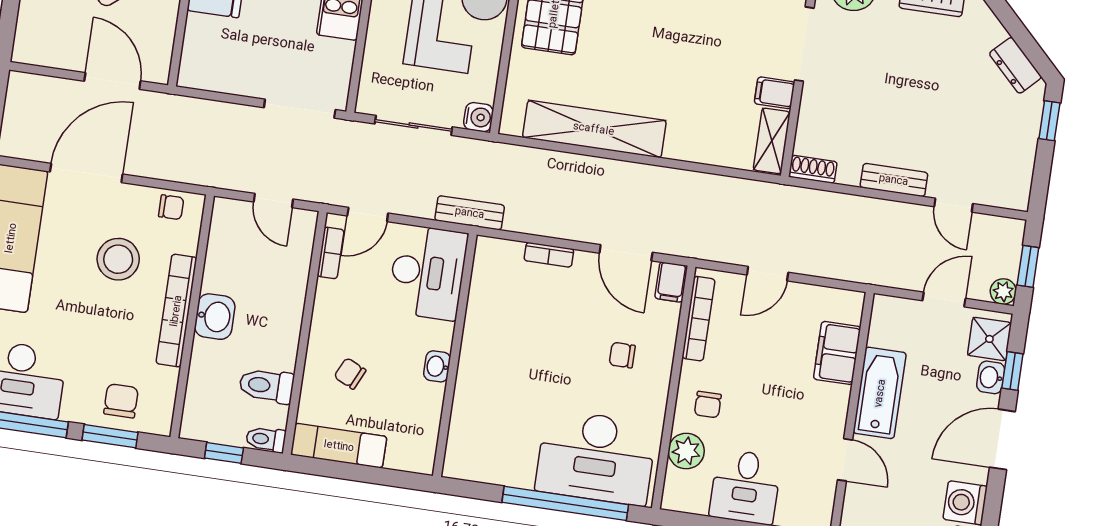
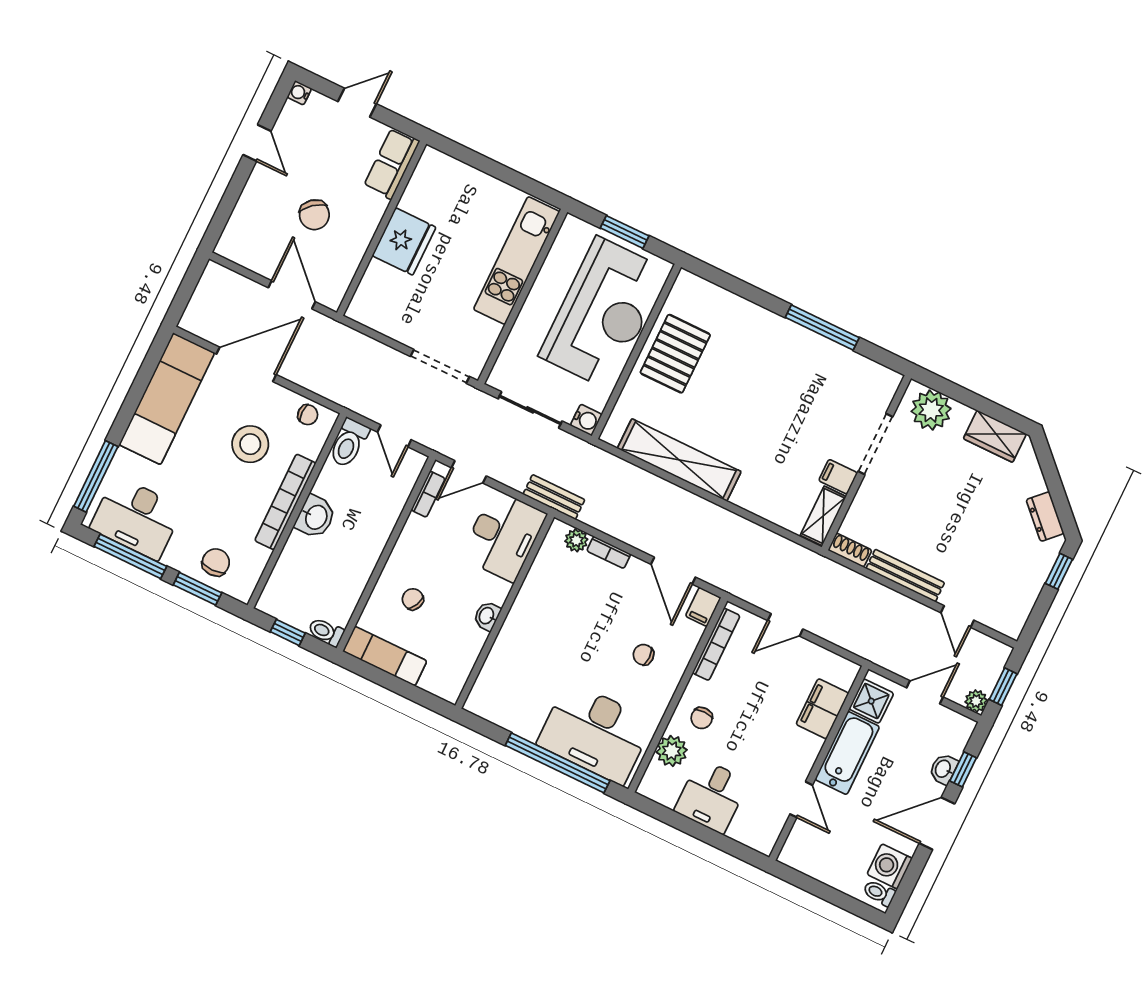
bench: (894, 180) -> (905, 576), width x1.36
plant: (509, 253) -> (576, 540), added
shower: (989, 339) -> (871, 701), moved
toilet: (267, 386) -> (349, 443), moved, turned -90

